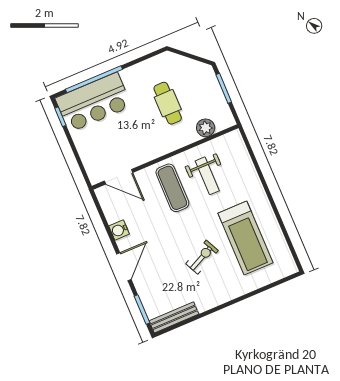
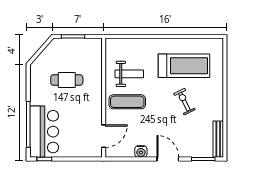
plant: (206, 128) -> (95, 61), removed

